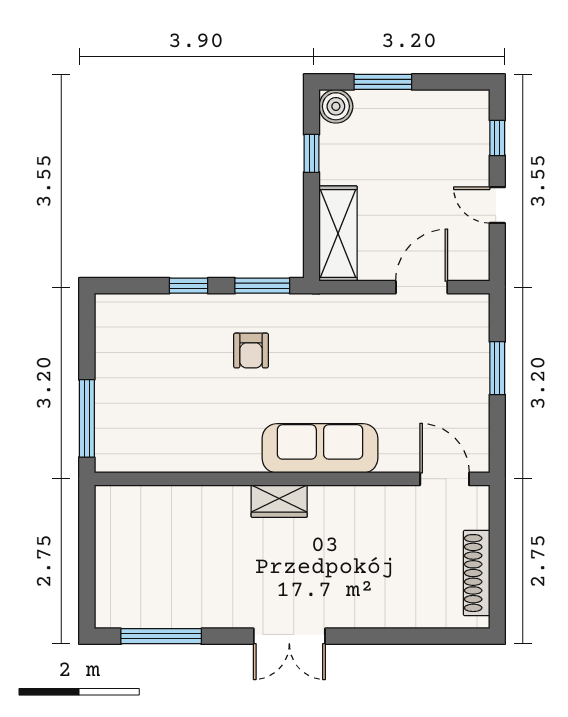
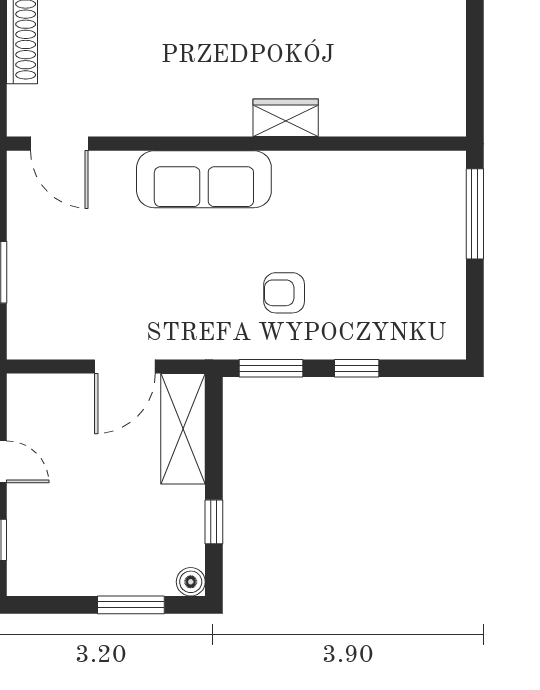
boiler: (336, 106) -> (191, 582), width x0.73, depth x0.73
door: (422, 287) -> (125, 366), moved
armchair: (251, 351) -> (284, 293), turned -90
wardrobe: (279, 501) -> (286, 118), moved

